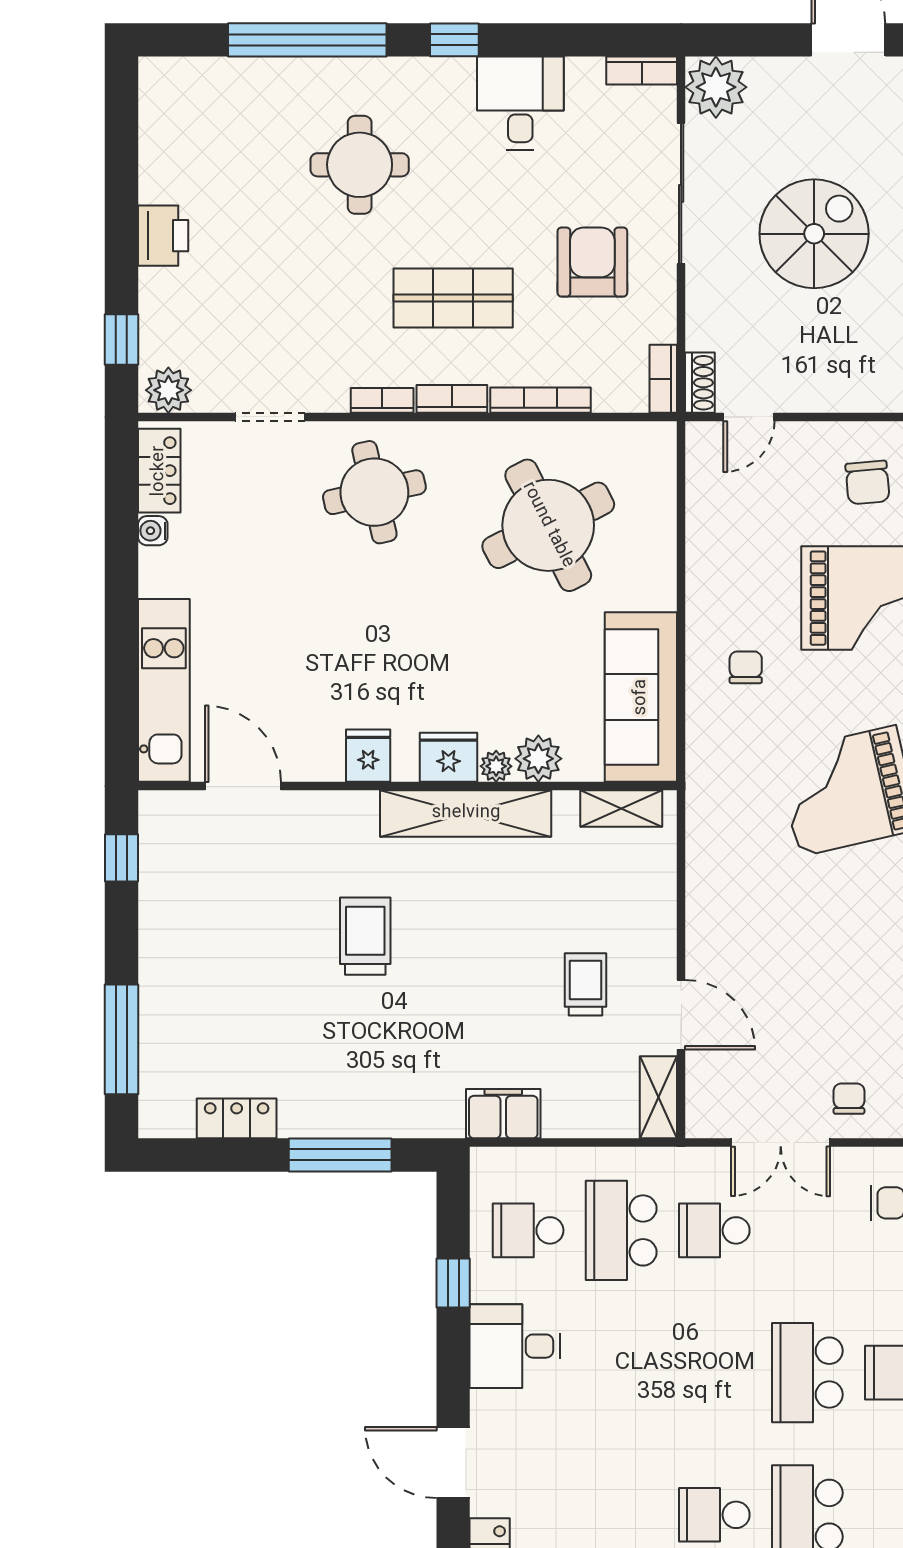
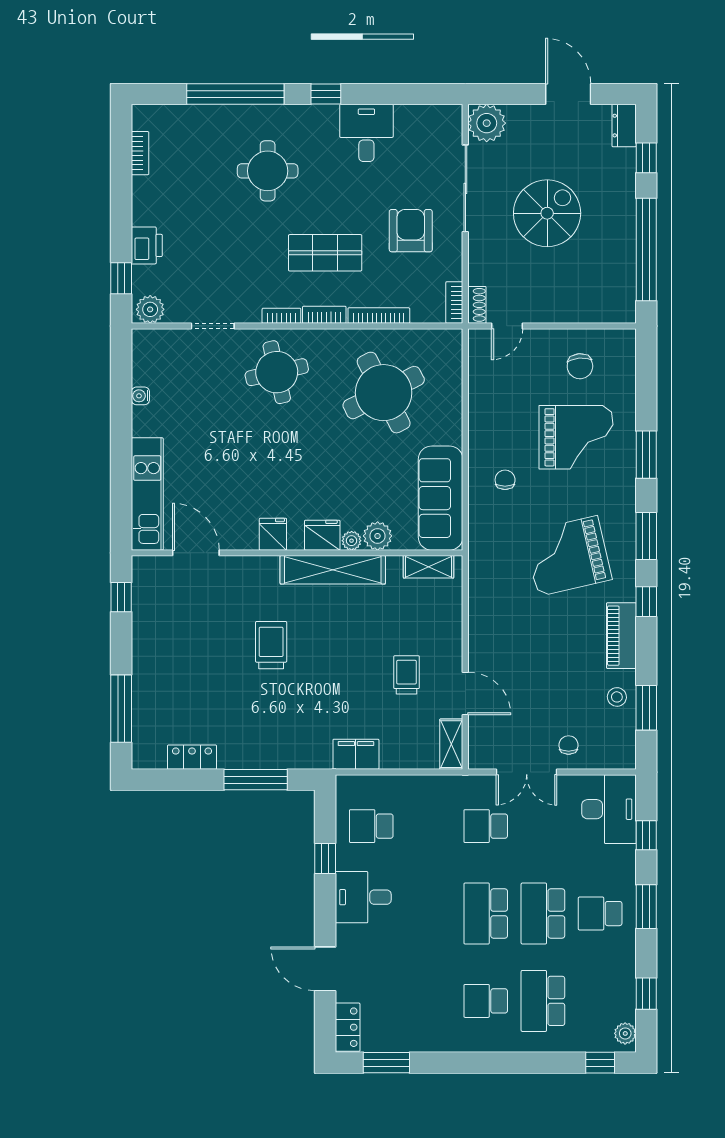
bookcase: (642, 71) -> (140, 153), moved, turned -90
printer: (163, 236) -> (147, 245), moved
locker: (159, 471) -> (144, 359), removed
school desk: (621, 1230) -> (486, 914), moved

